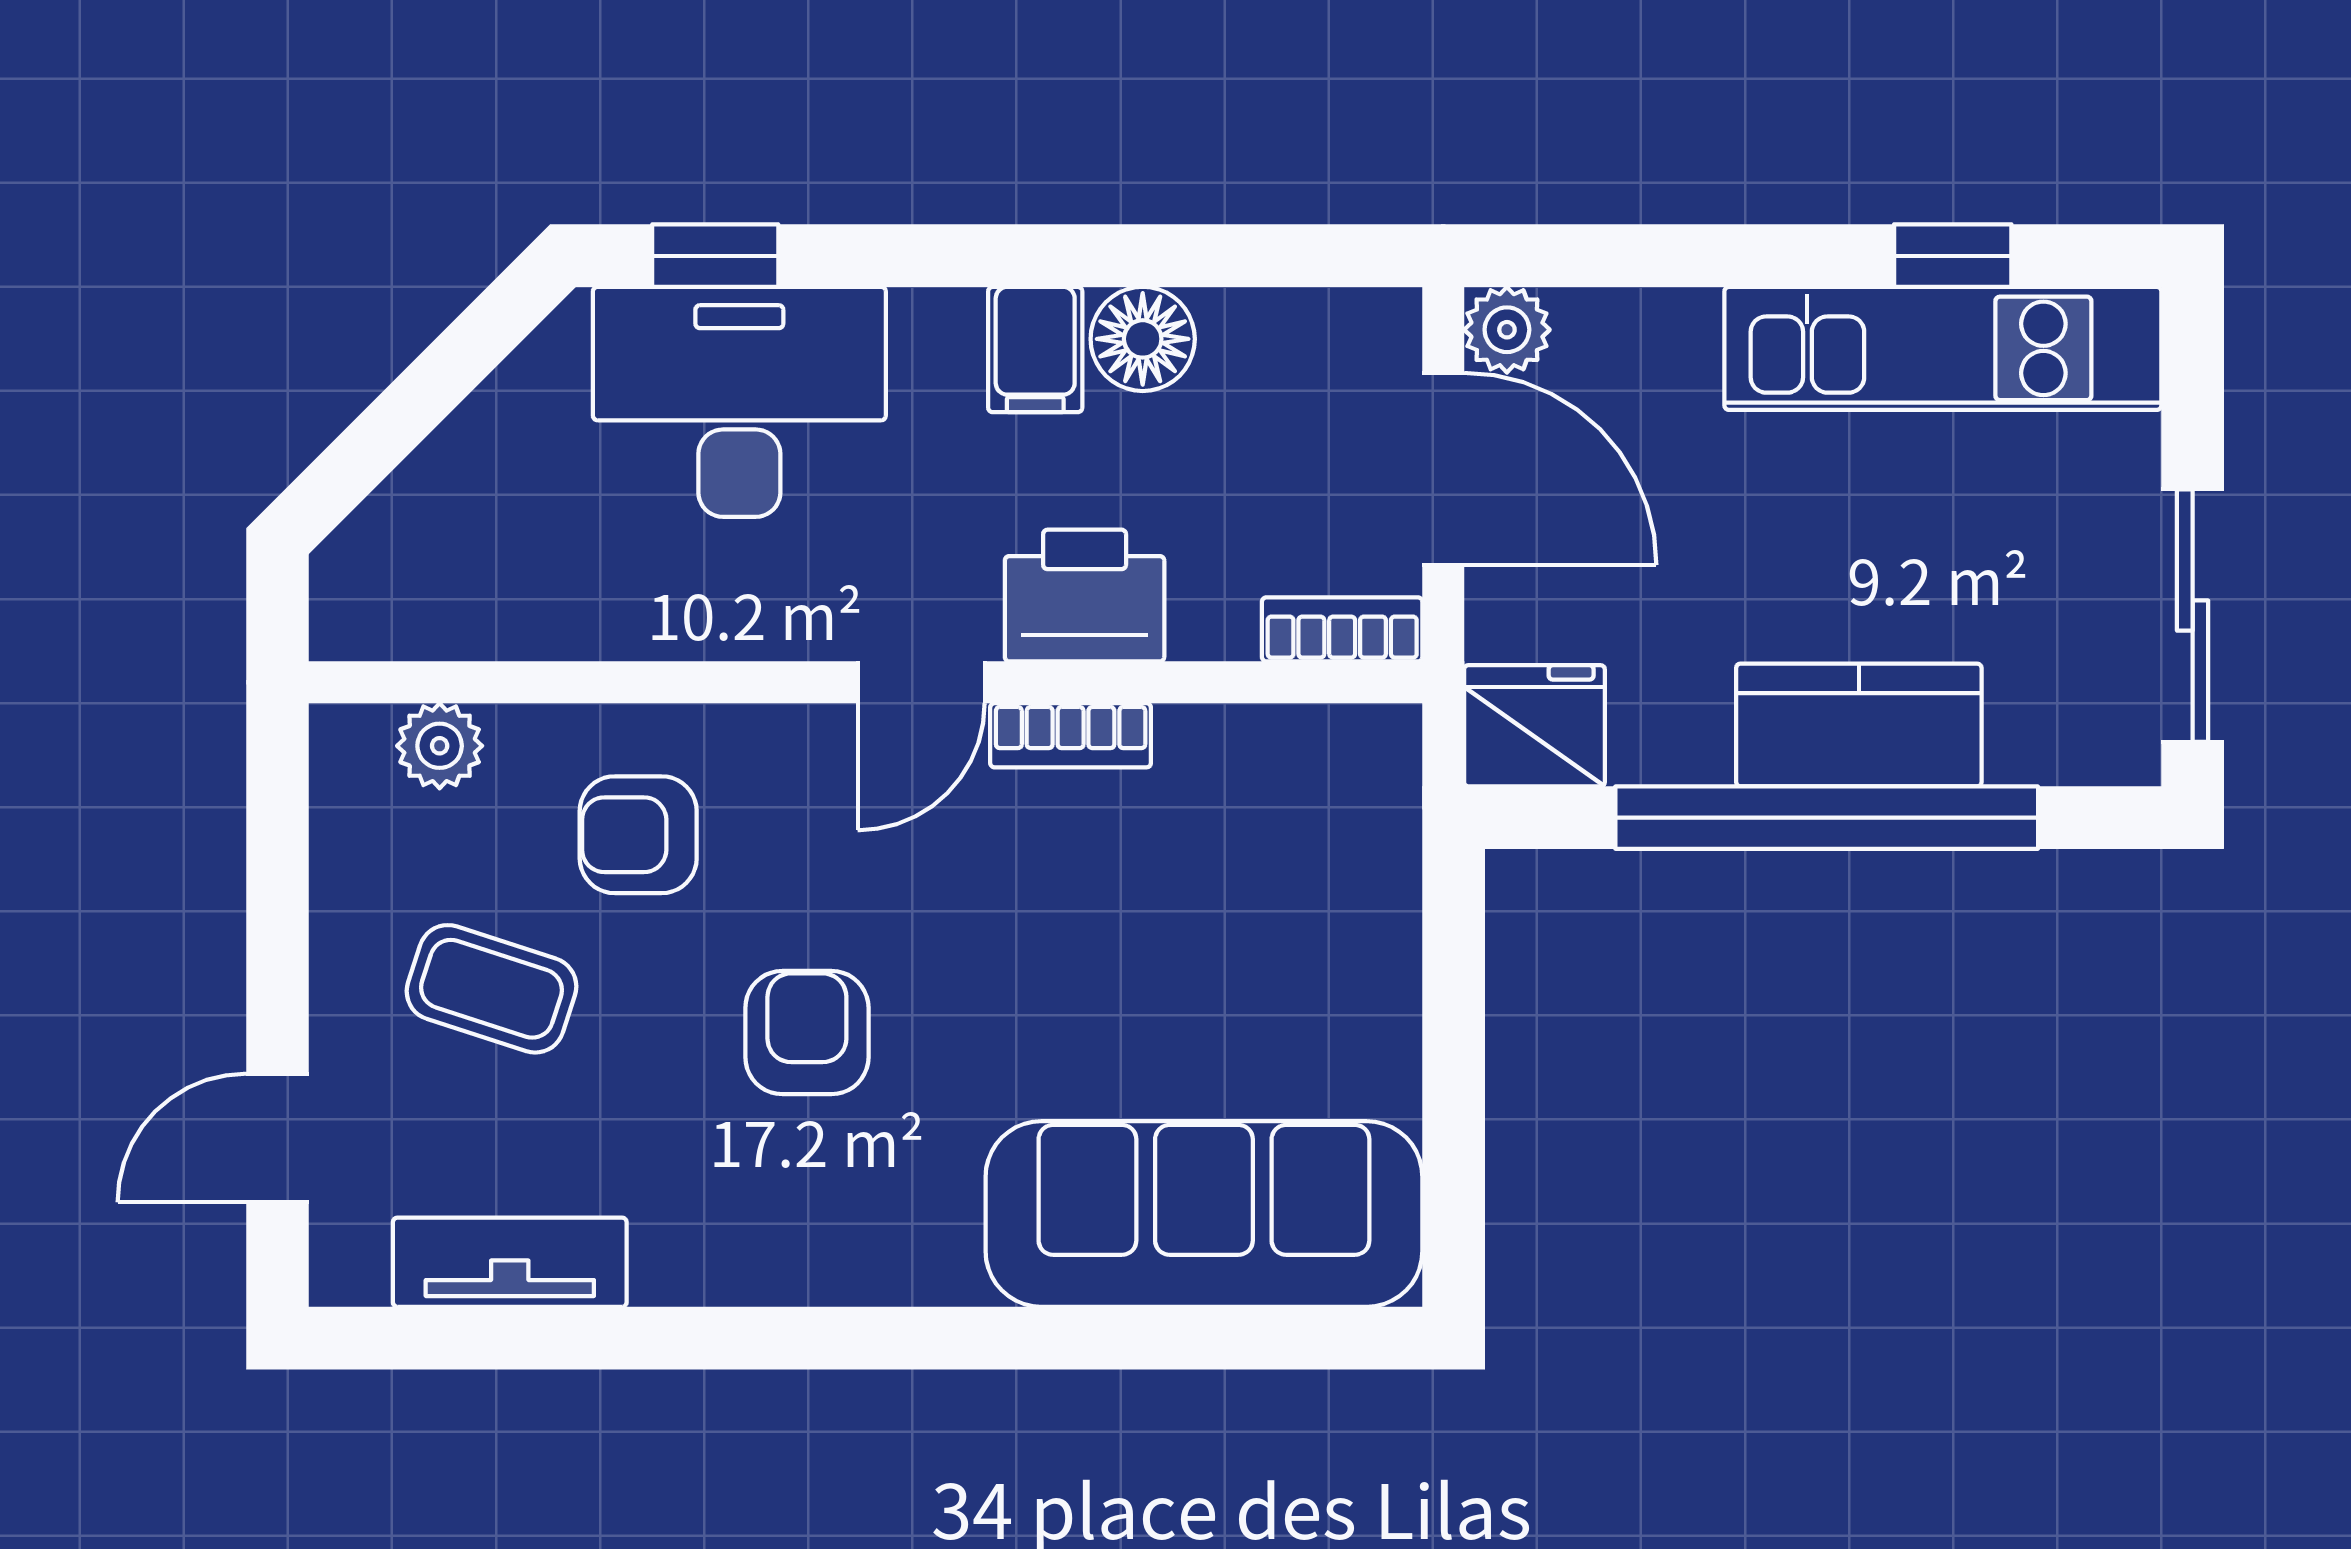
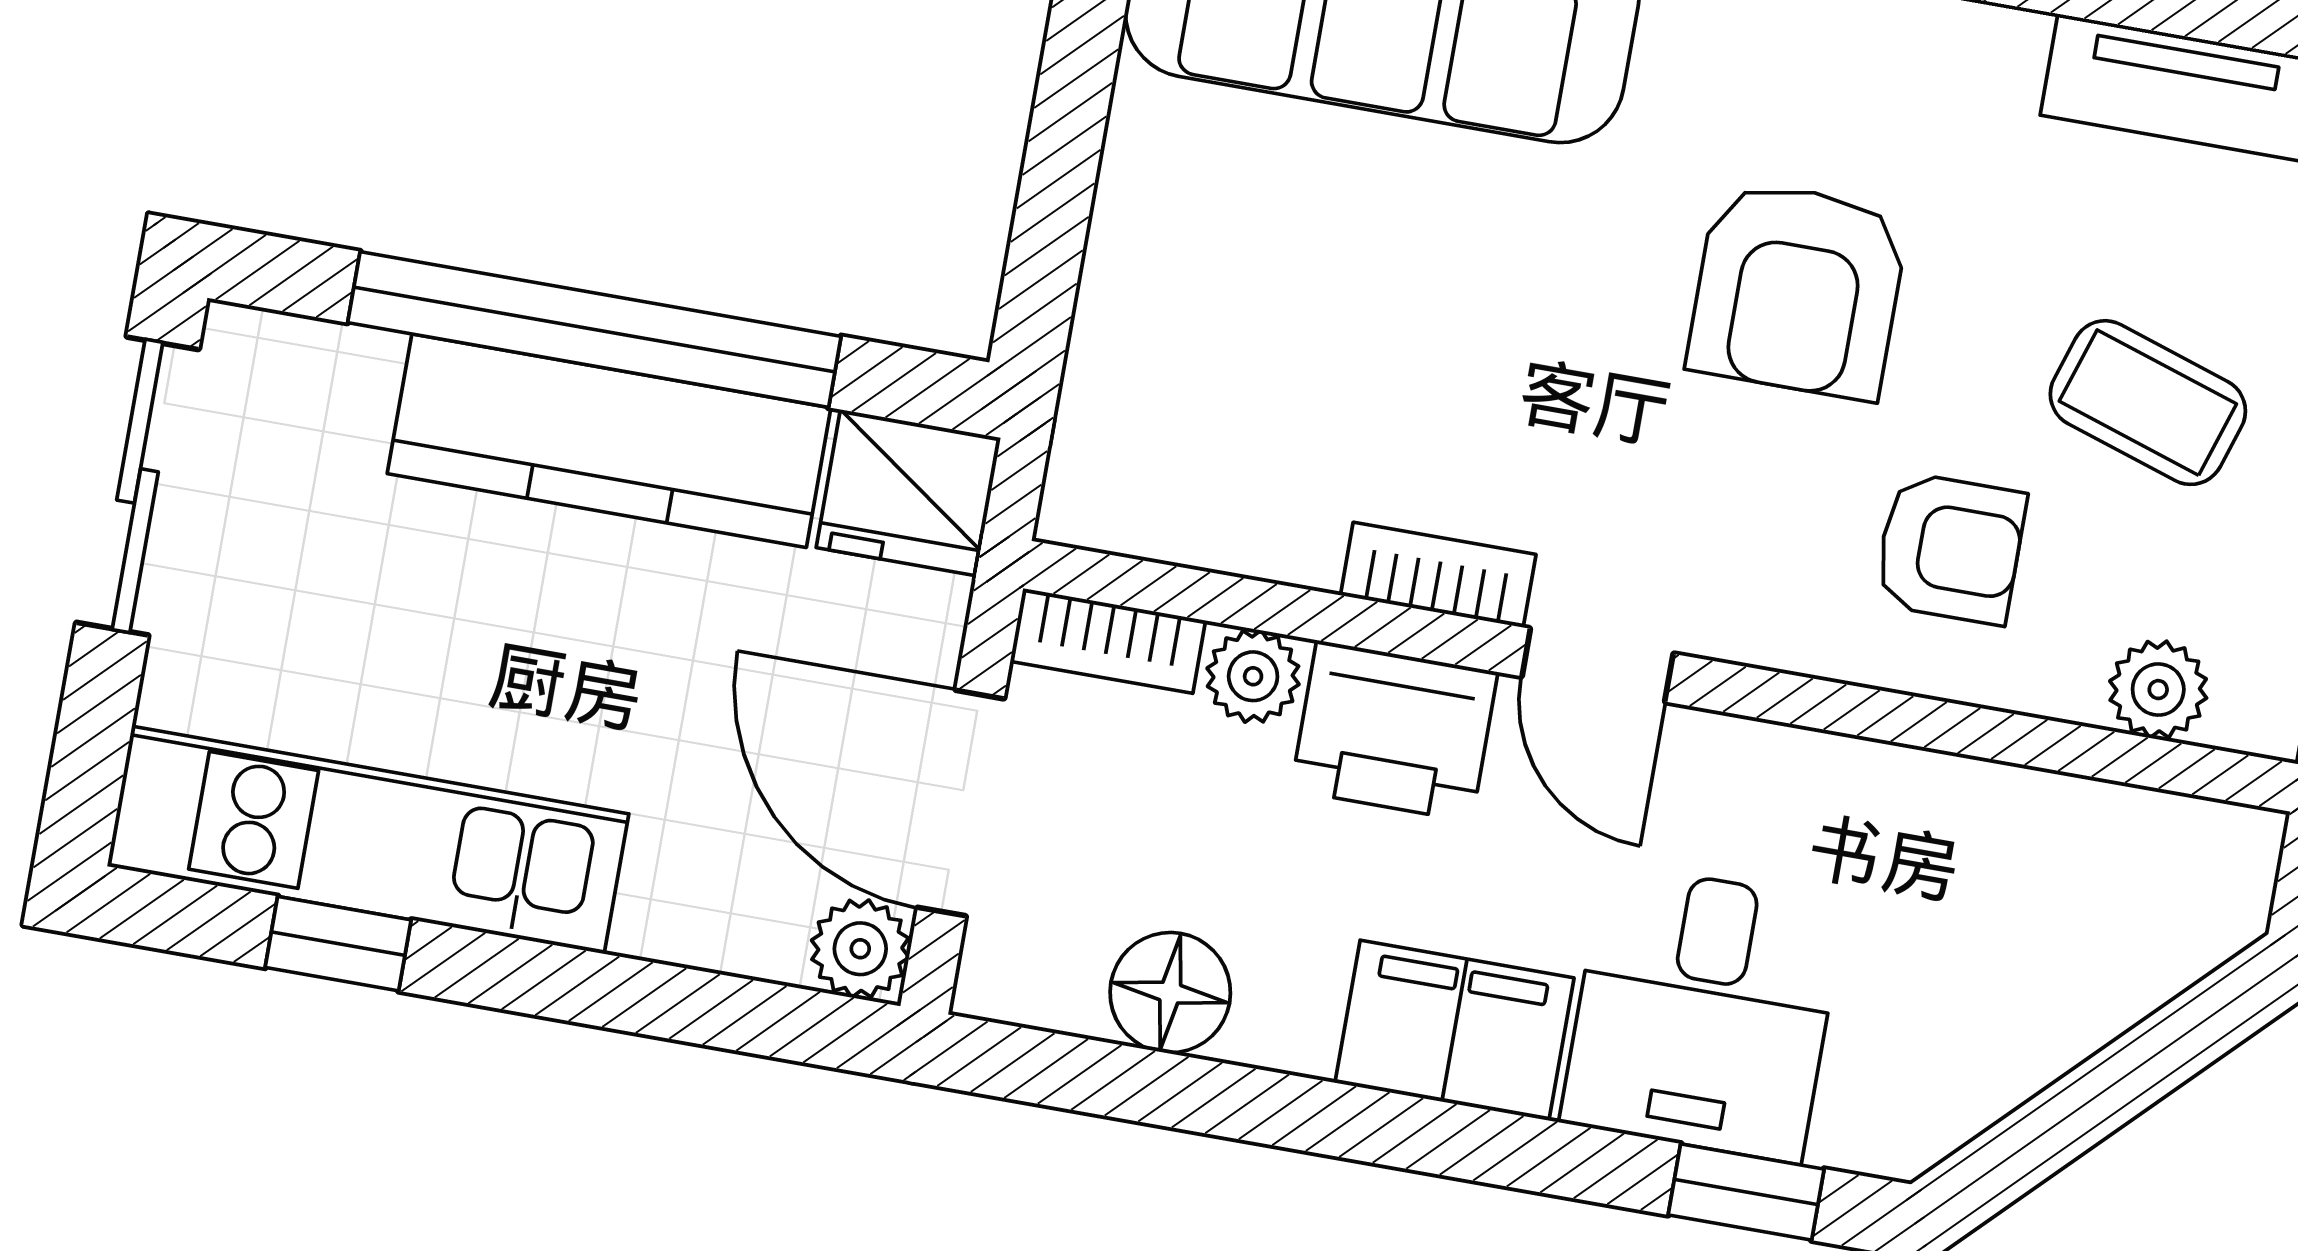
floor lamp: (1143, 339) -> (1170, 993), moved
filing cabinet: (1035, 350) -> (1454, 1030), width x2.00
desk: (739, 402) -> (1703, 1013), width x0.73
plant: (1213, 621) -> (1253, 676), added
door: (921, 682) -> (1598, 665), swing flipped
kitchen counter: (1859, 725) -> (609, 441), width x1.50
armchair: (807, 1033) -> (1798, 290), width x1.38, depth x1.38

